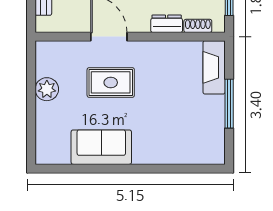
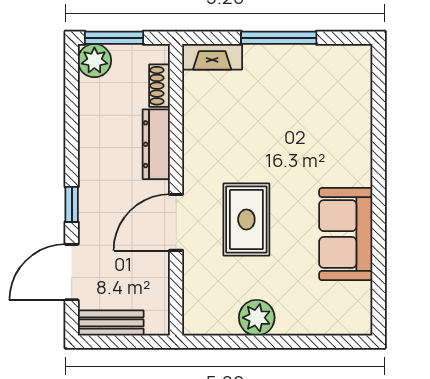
dresser: (167, 24) -> (156, 144), width x1.44
fireplace: (214, 67) -> (212, 57), width x0.73, depth x0.76

